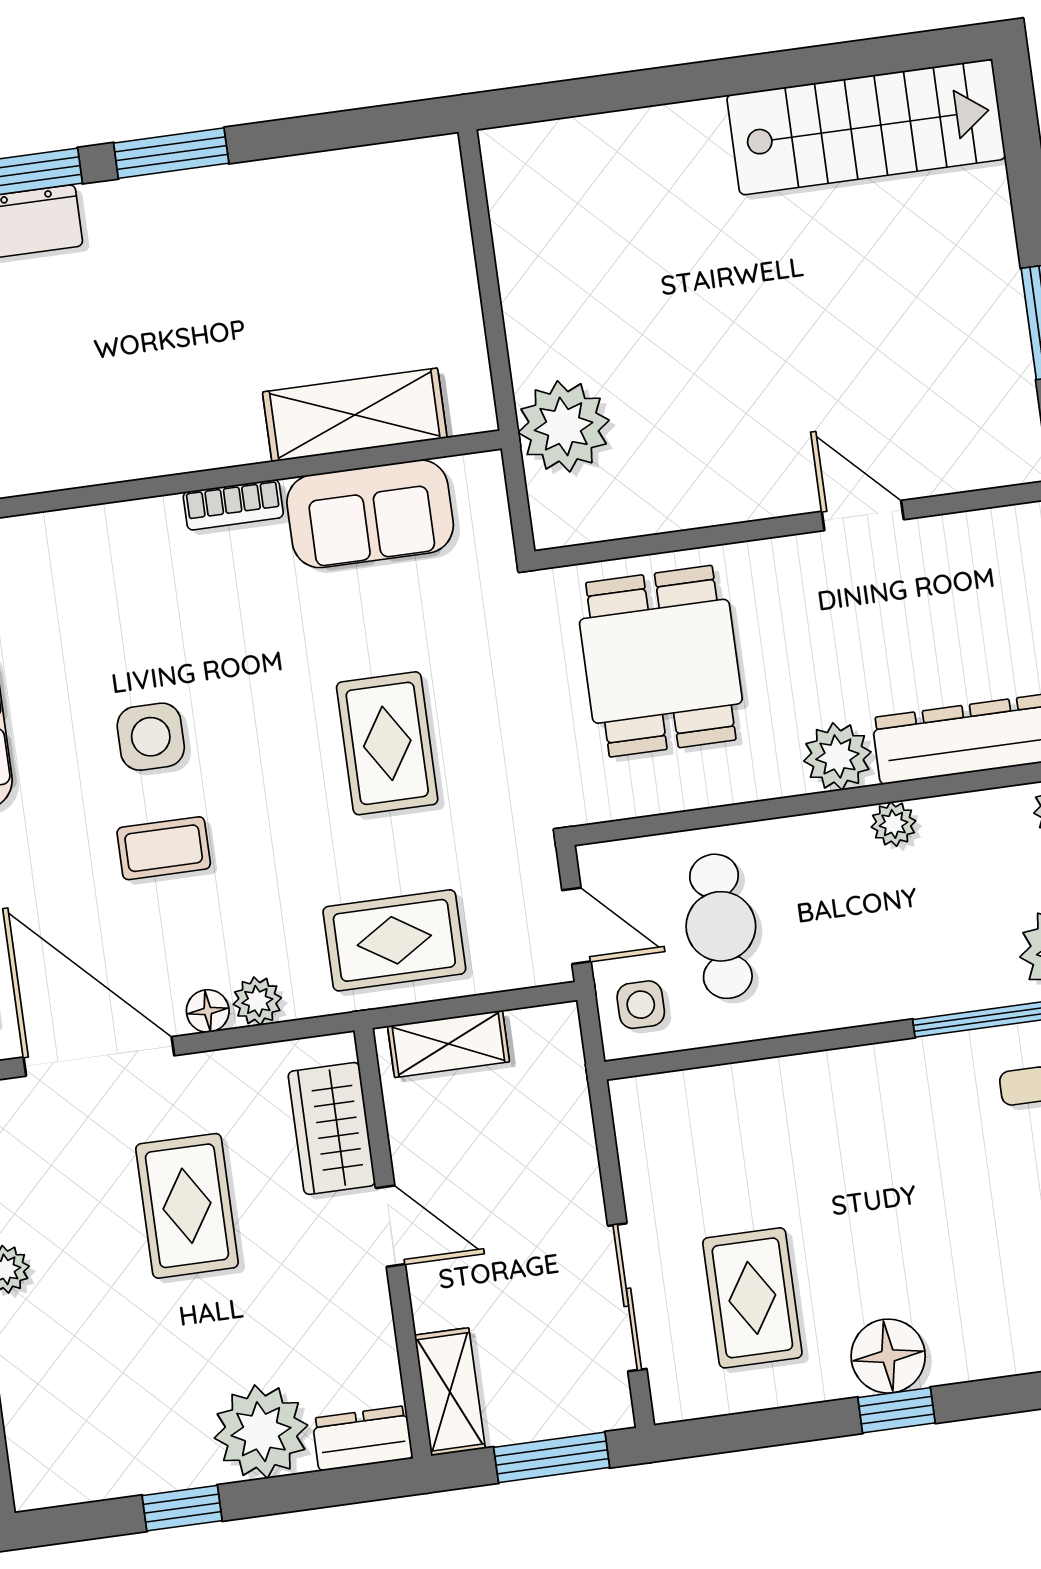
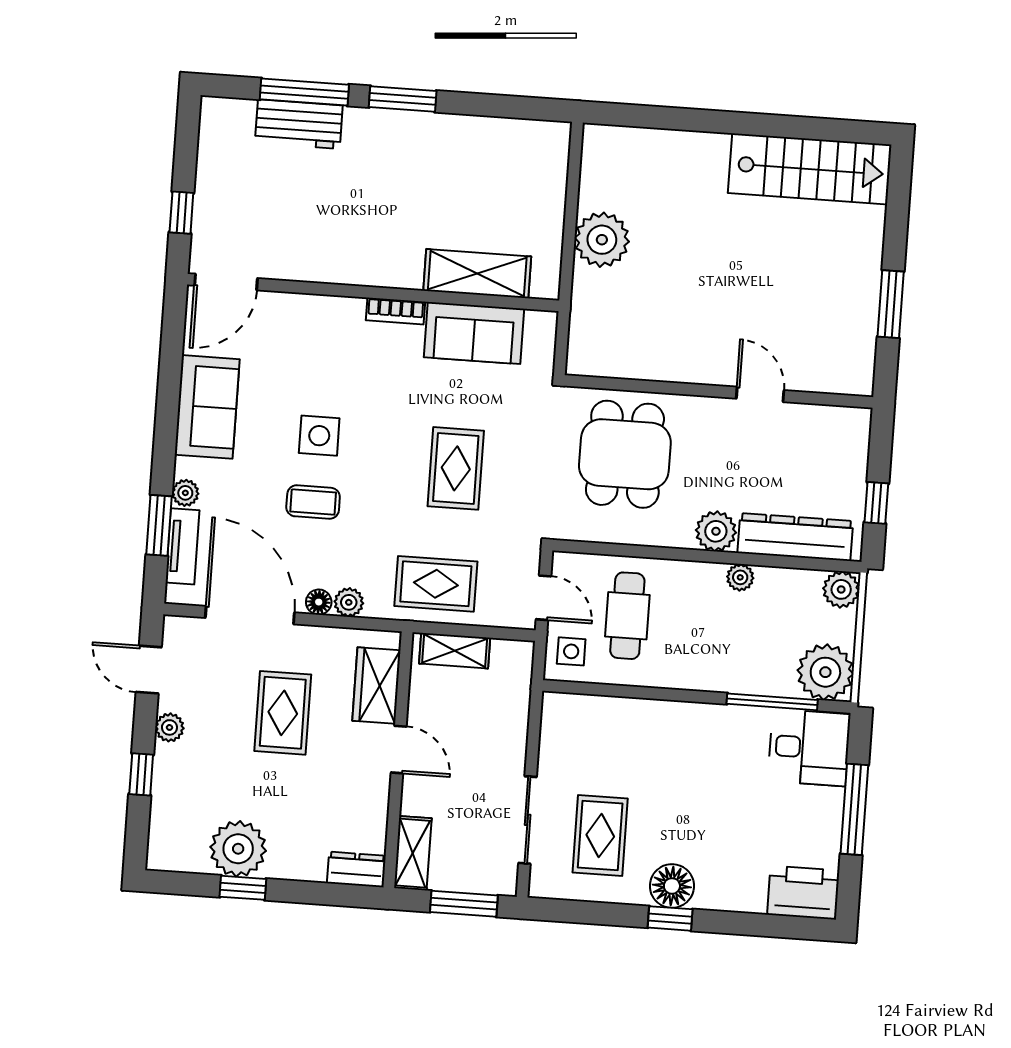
plant: (564, 426) -> (602, 240), moved
plant: (261, 1432) -> (238, 849), moved

